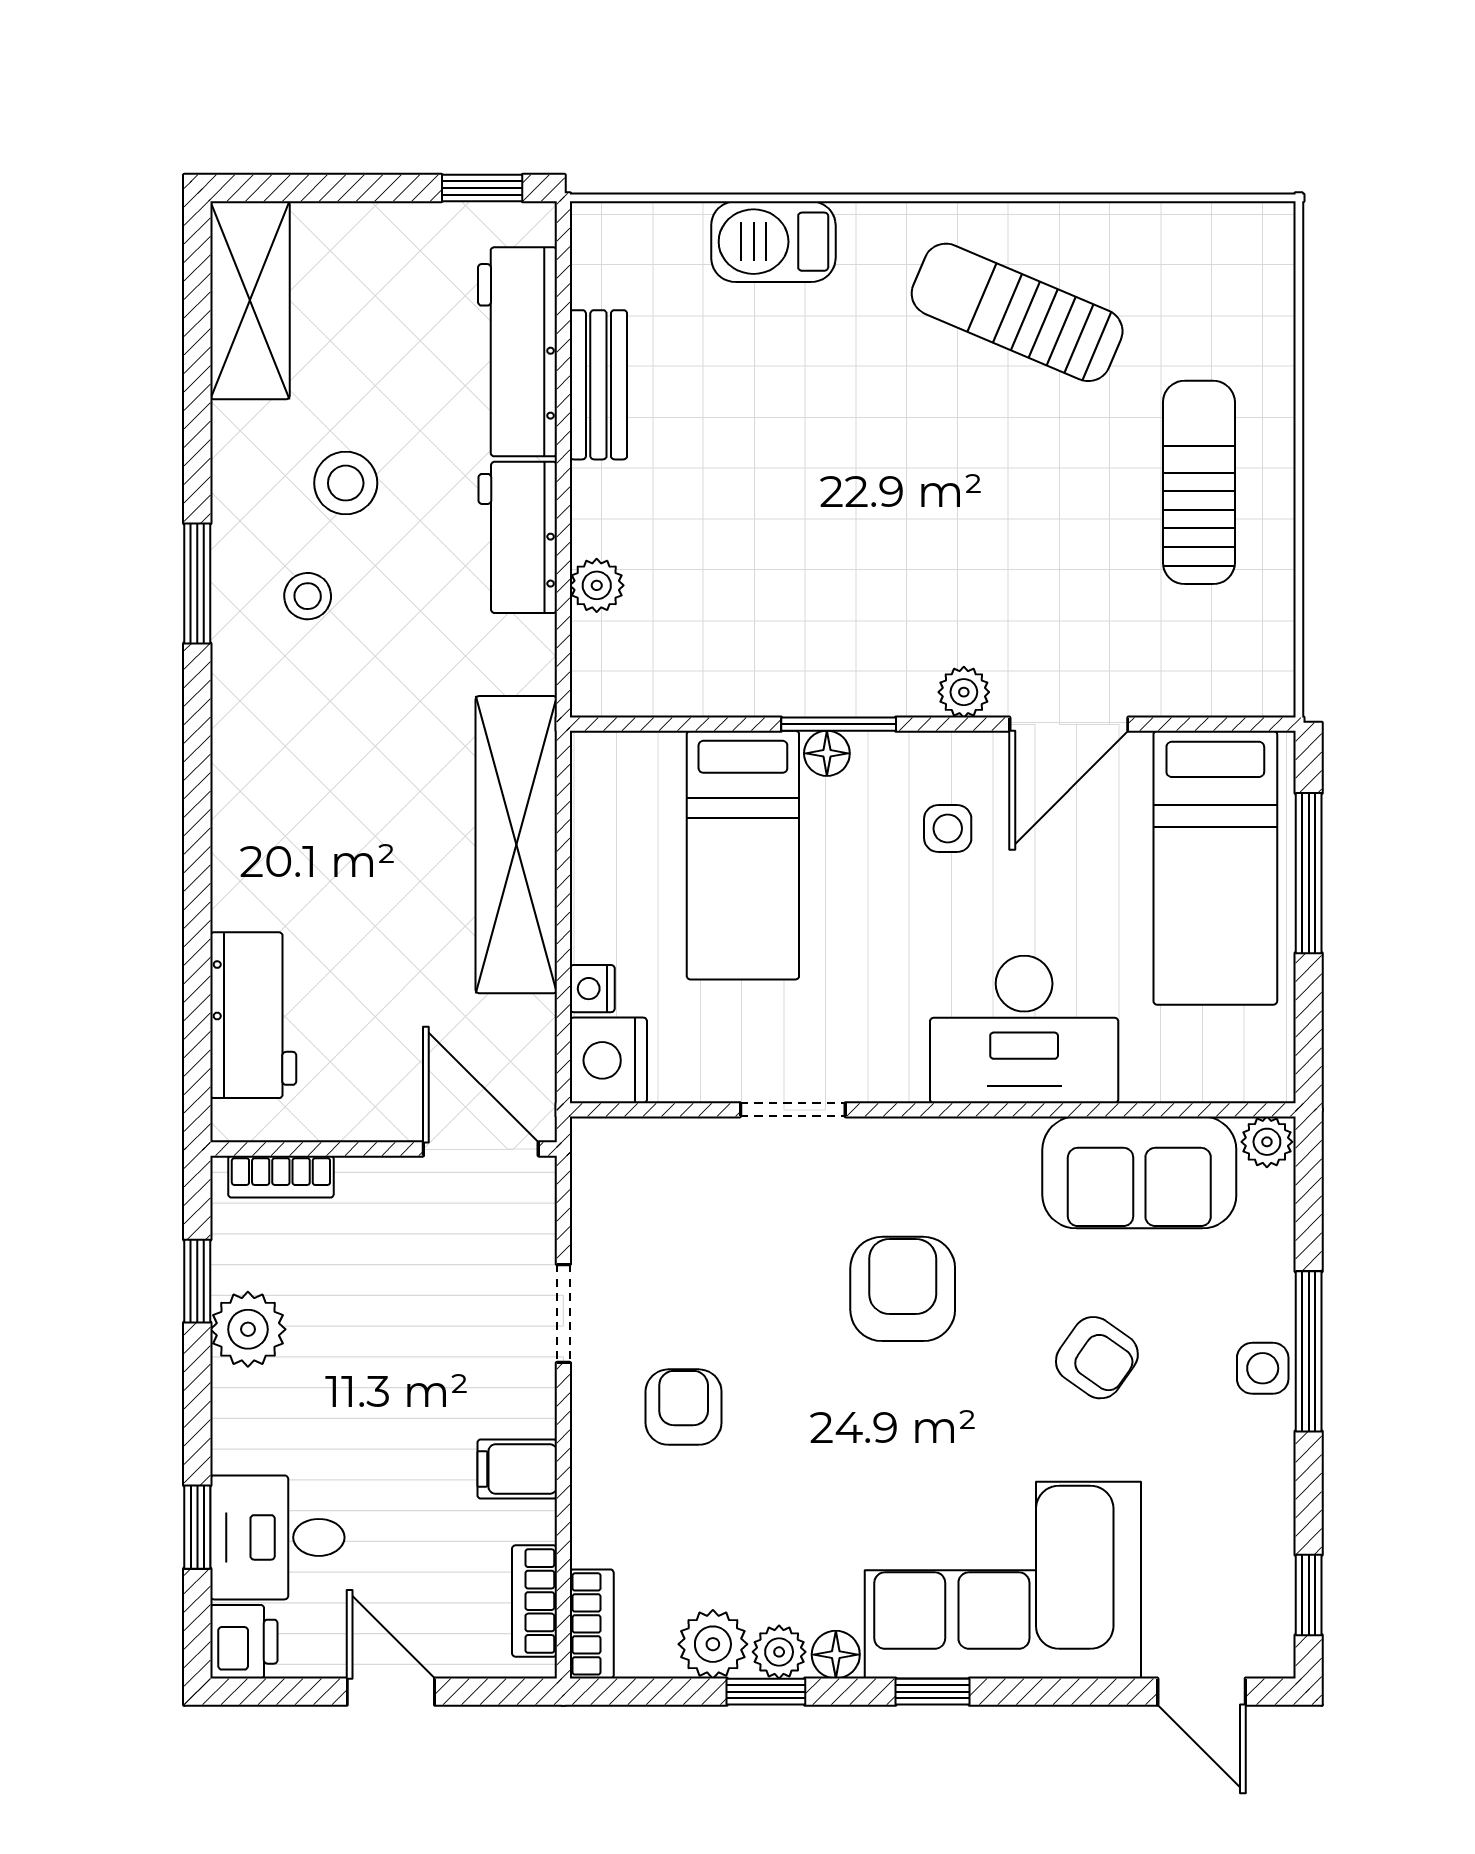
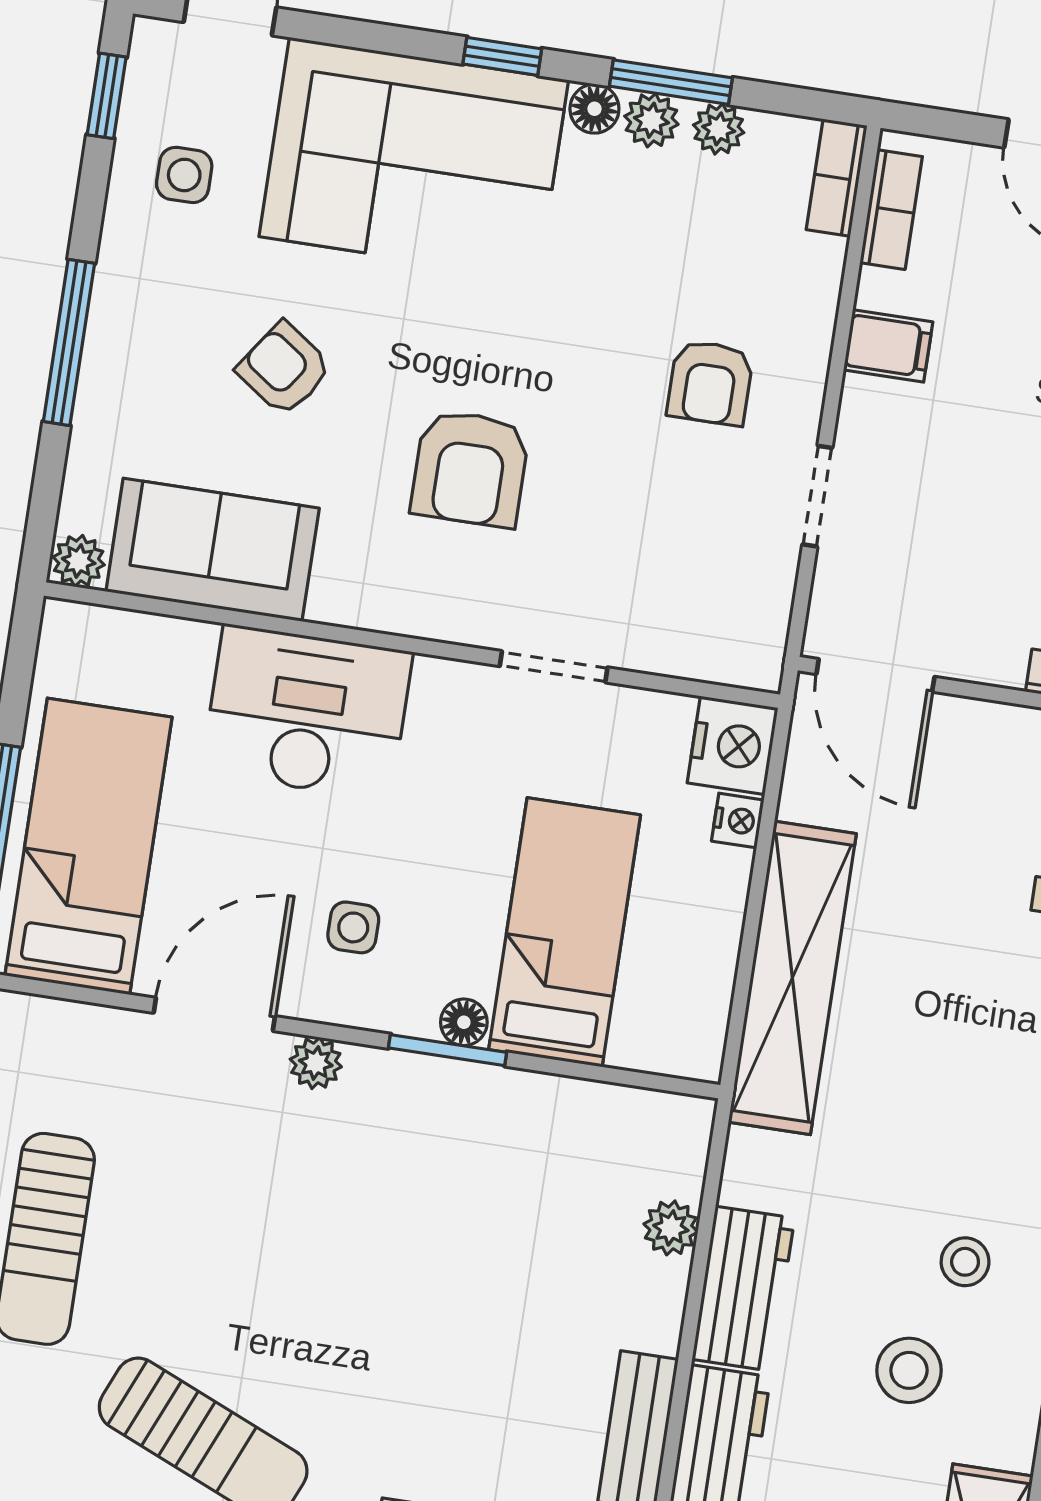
side table: (1263, 1368) -> (184, 175), moved
plant: (713, 1644) -> (719, 129), width x0.73, depth x0.73
window: (766, 1692) -> (671, 82), width x1.50

